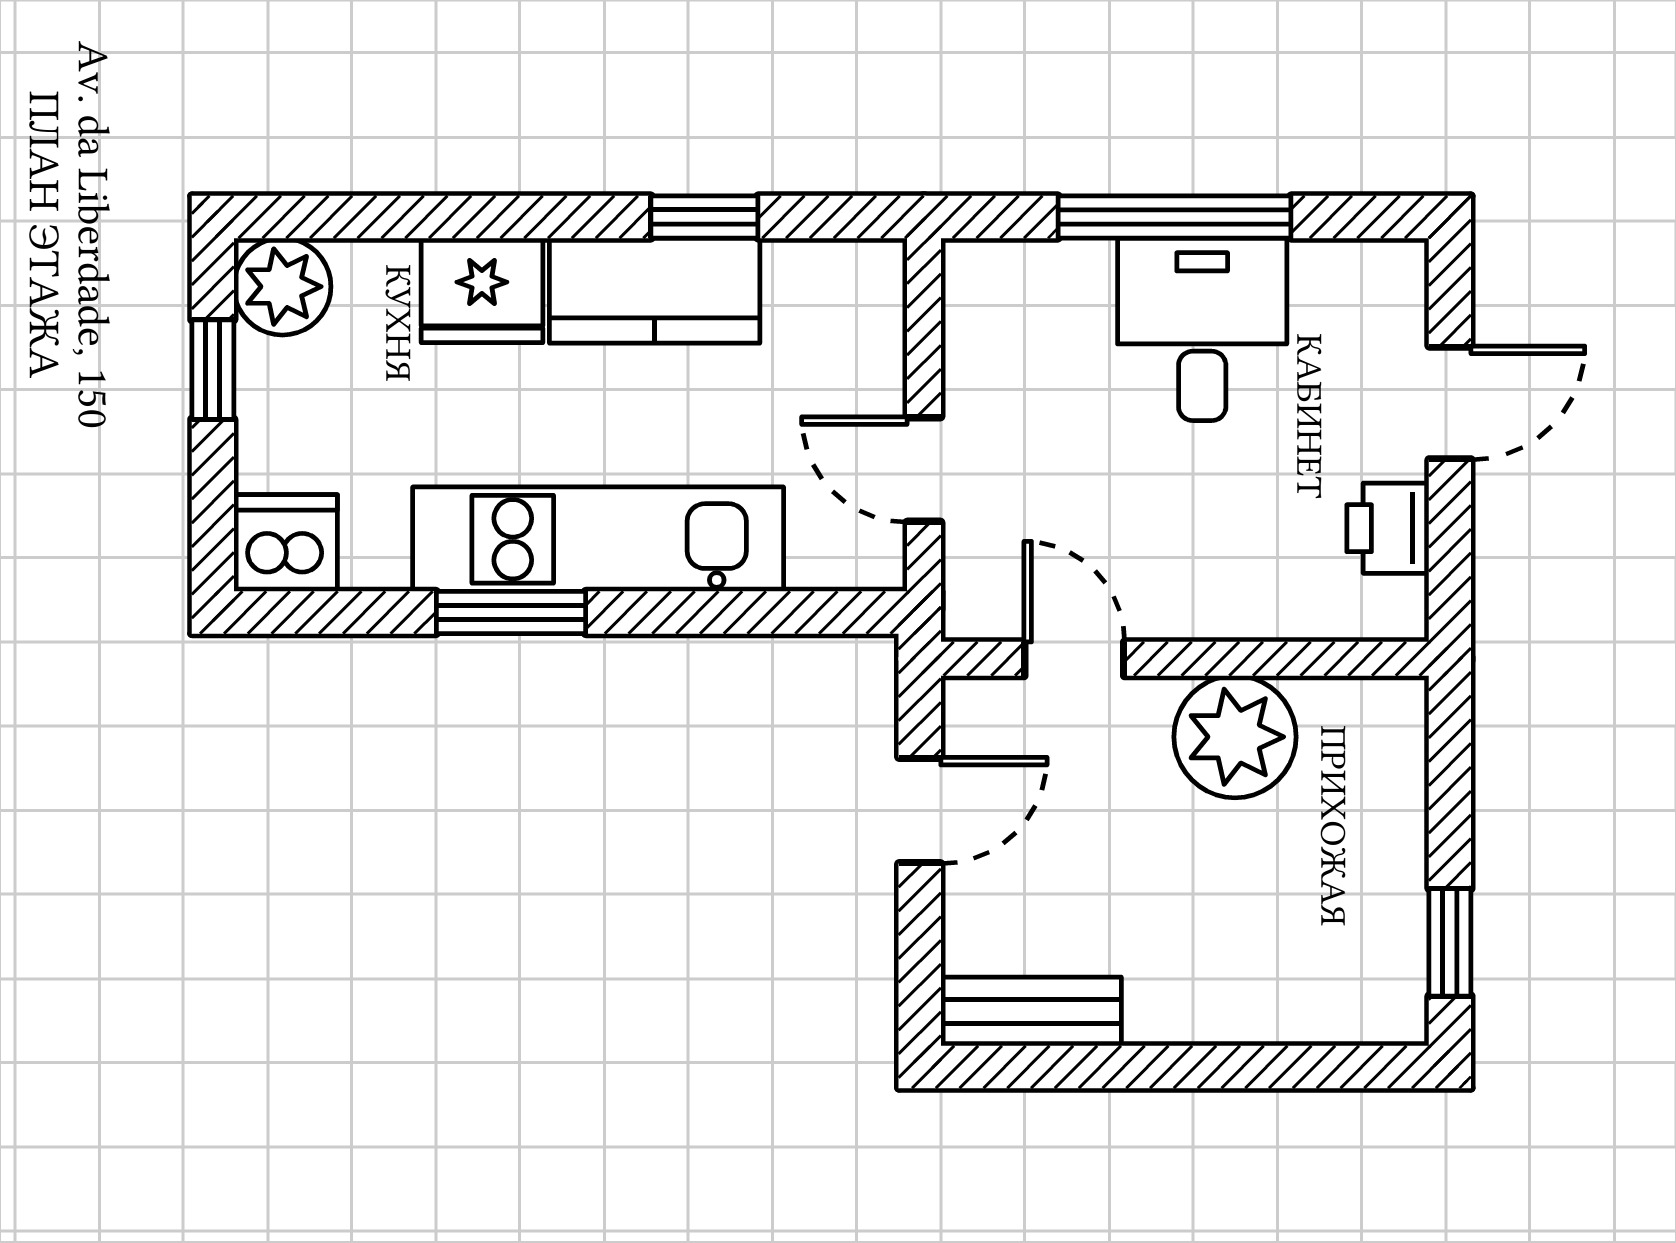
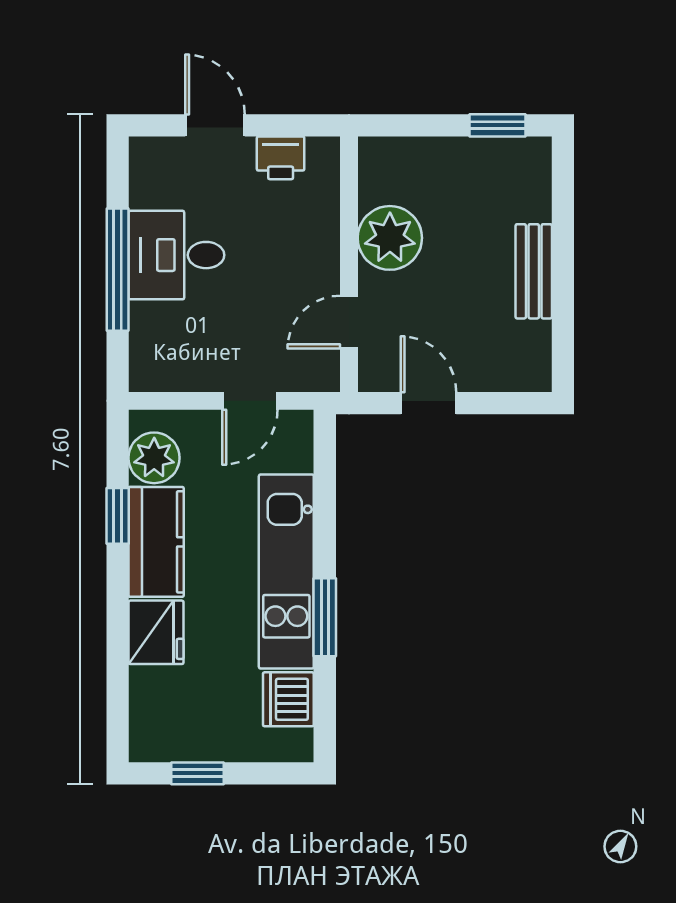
plant: (282, 287) -> (154, 458), moved
dishwasher: (286, 543) -> (288, 699), moved
bench: (1031, 1011) -> (534, 271), moved

